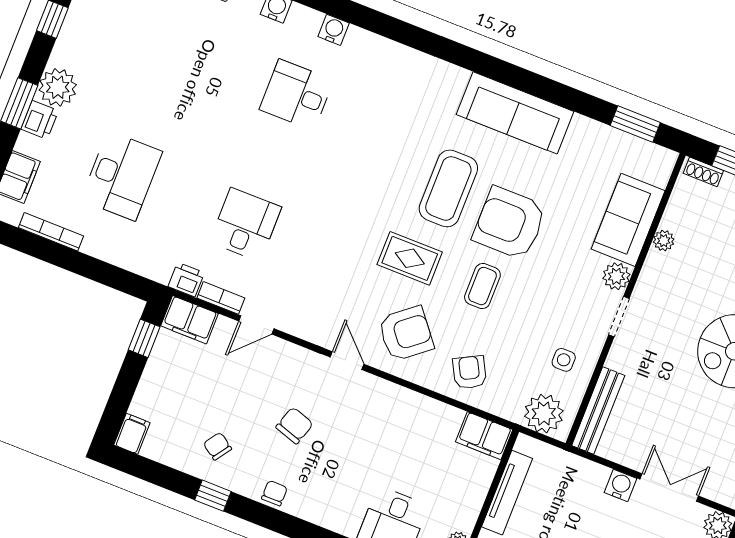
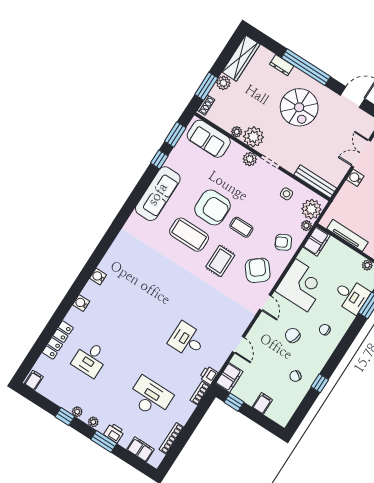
plant: (66, 41) -> (77, 412), added
plant: (58, 87) -> (93, 422), width x0.53, depth x0.53
desk: (297, 95) -> (90, 359), moved
window: (581, 103) -> (159, 159), added
sofa: (628, 220) -> (209, 139), moved
armchair: (509, 223) -> (213, 207), turned -90
plant: (661, 275) -> (253, 137), added
bookcase: (221, 298) -> (200, 393), moved
door: (347, 361) -> (265, 303), swing flipped
plant: (510, 410) -> (306, 226), added
corner desk: (394, 423) -> (302, 285), added
filing cabinet: (132, 434) -> (262, 403), moved, turned 90
chair: (274, 493) -> (325, 330), moved

